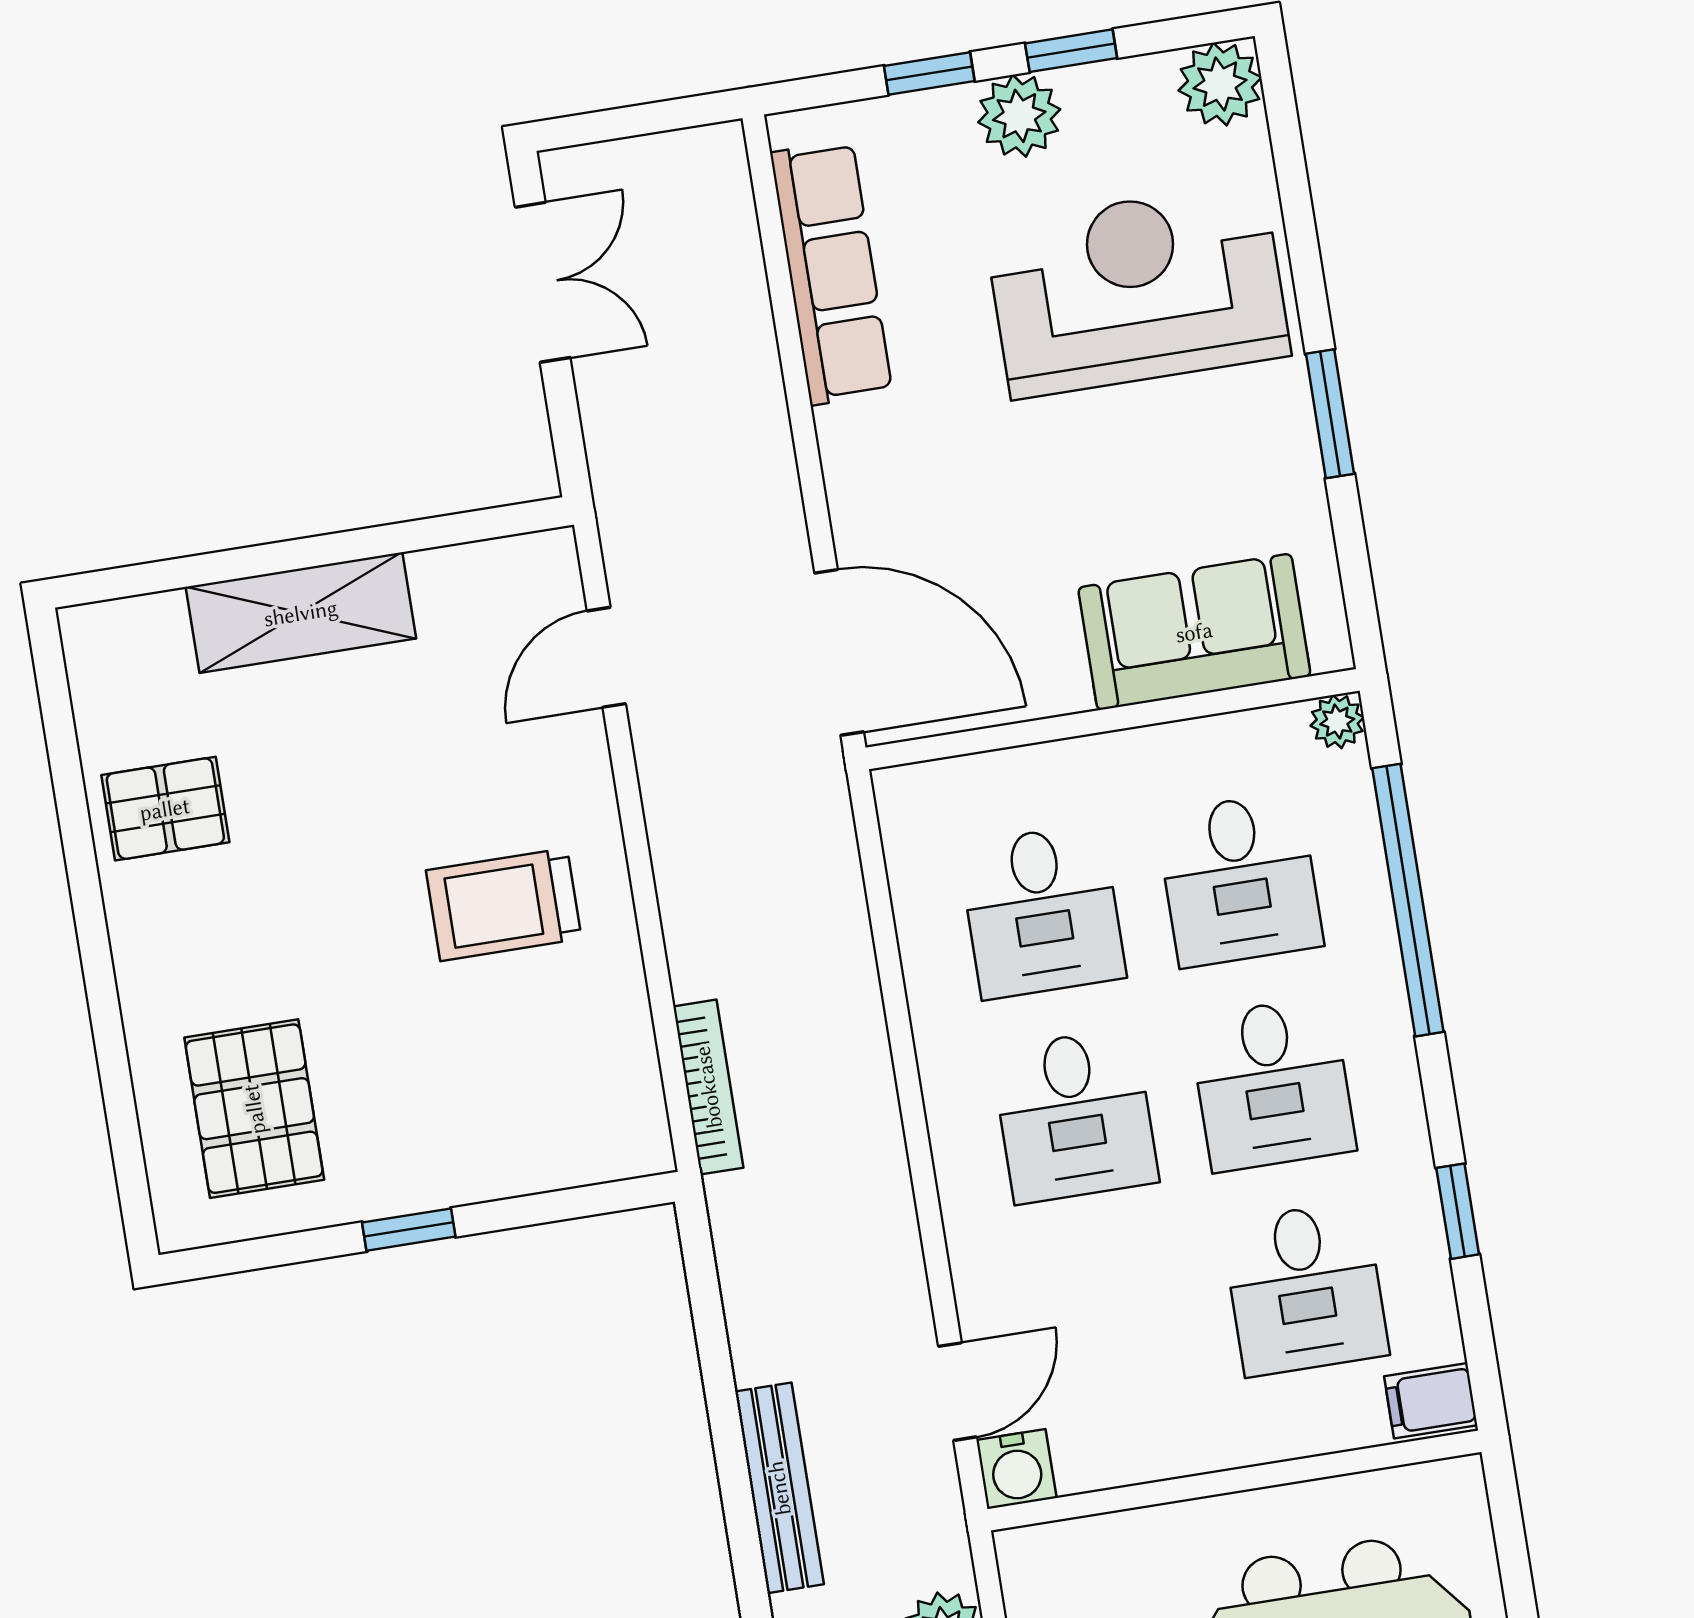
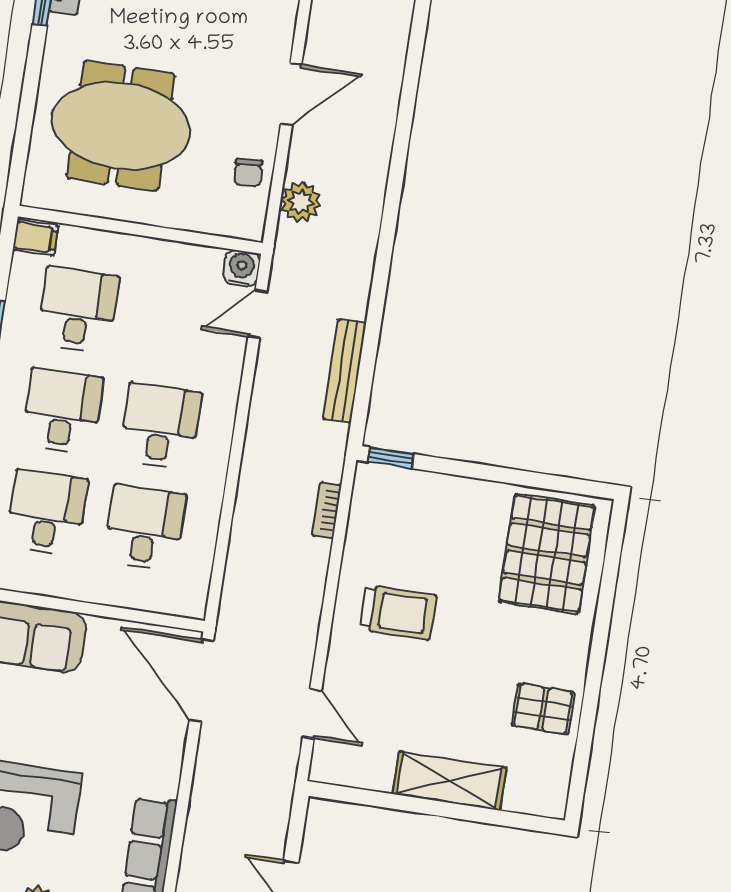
door: (606, 657) -> (312, 713), hinge flipped
bookcase: (708, 1087) -> (327, 510), width x0.64
pallet: (254, 1109) -> (547, 554), width x1.37, depth x1.41
window: (409, 1230) -> (391, 458), moved
bench: (779, 1488) -> (345, 371), moved

